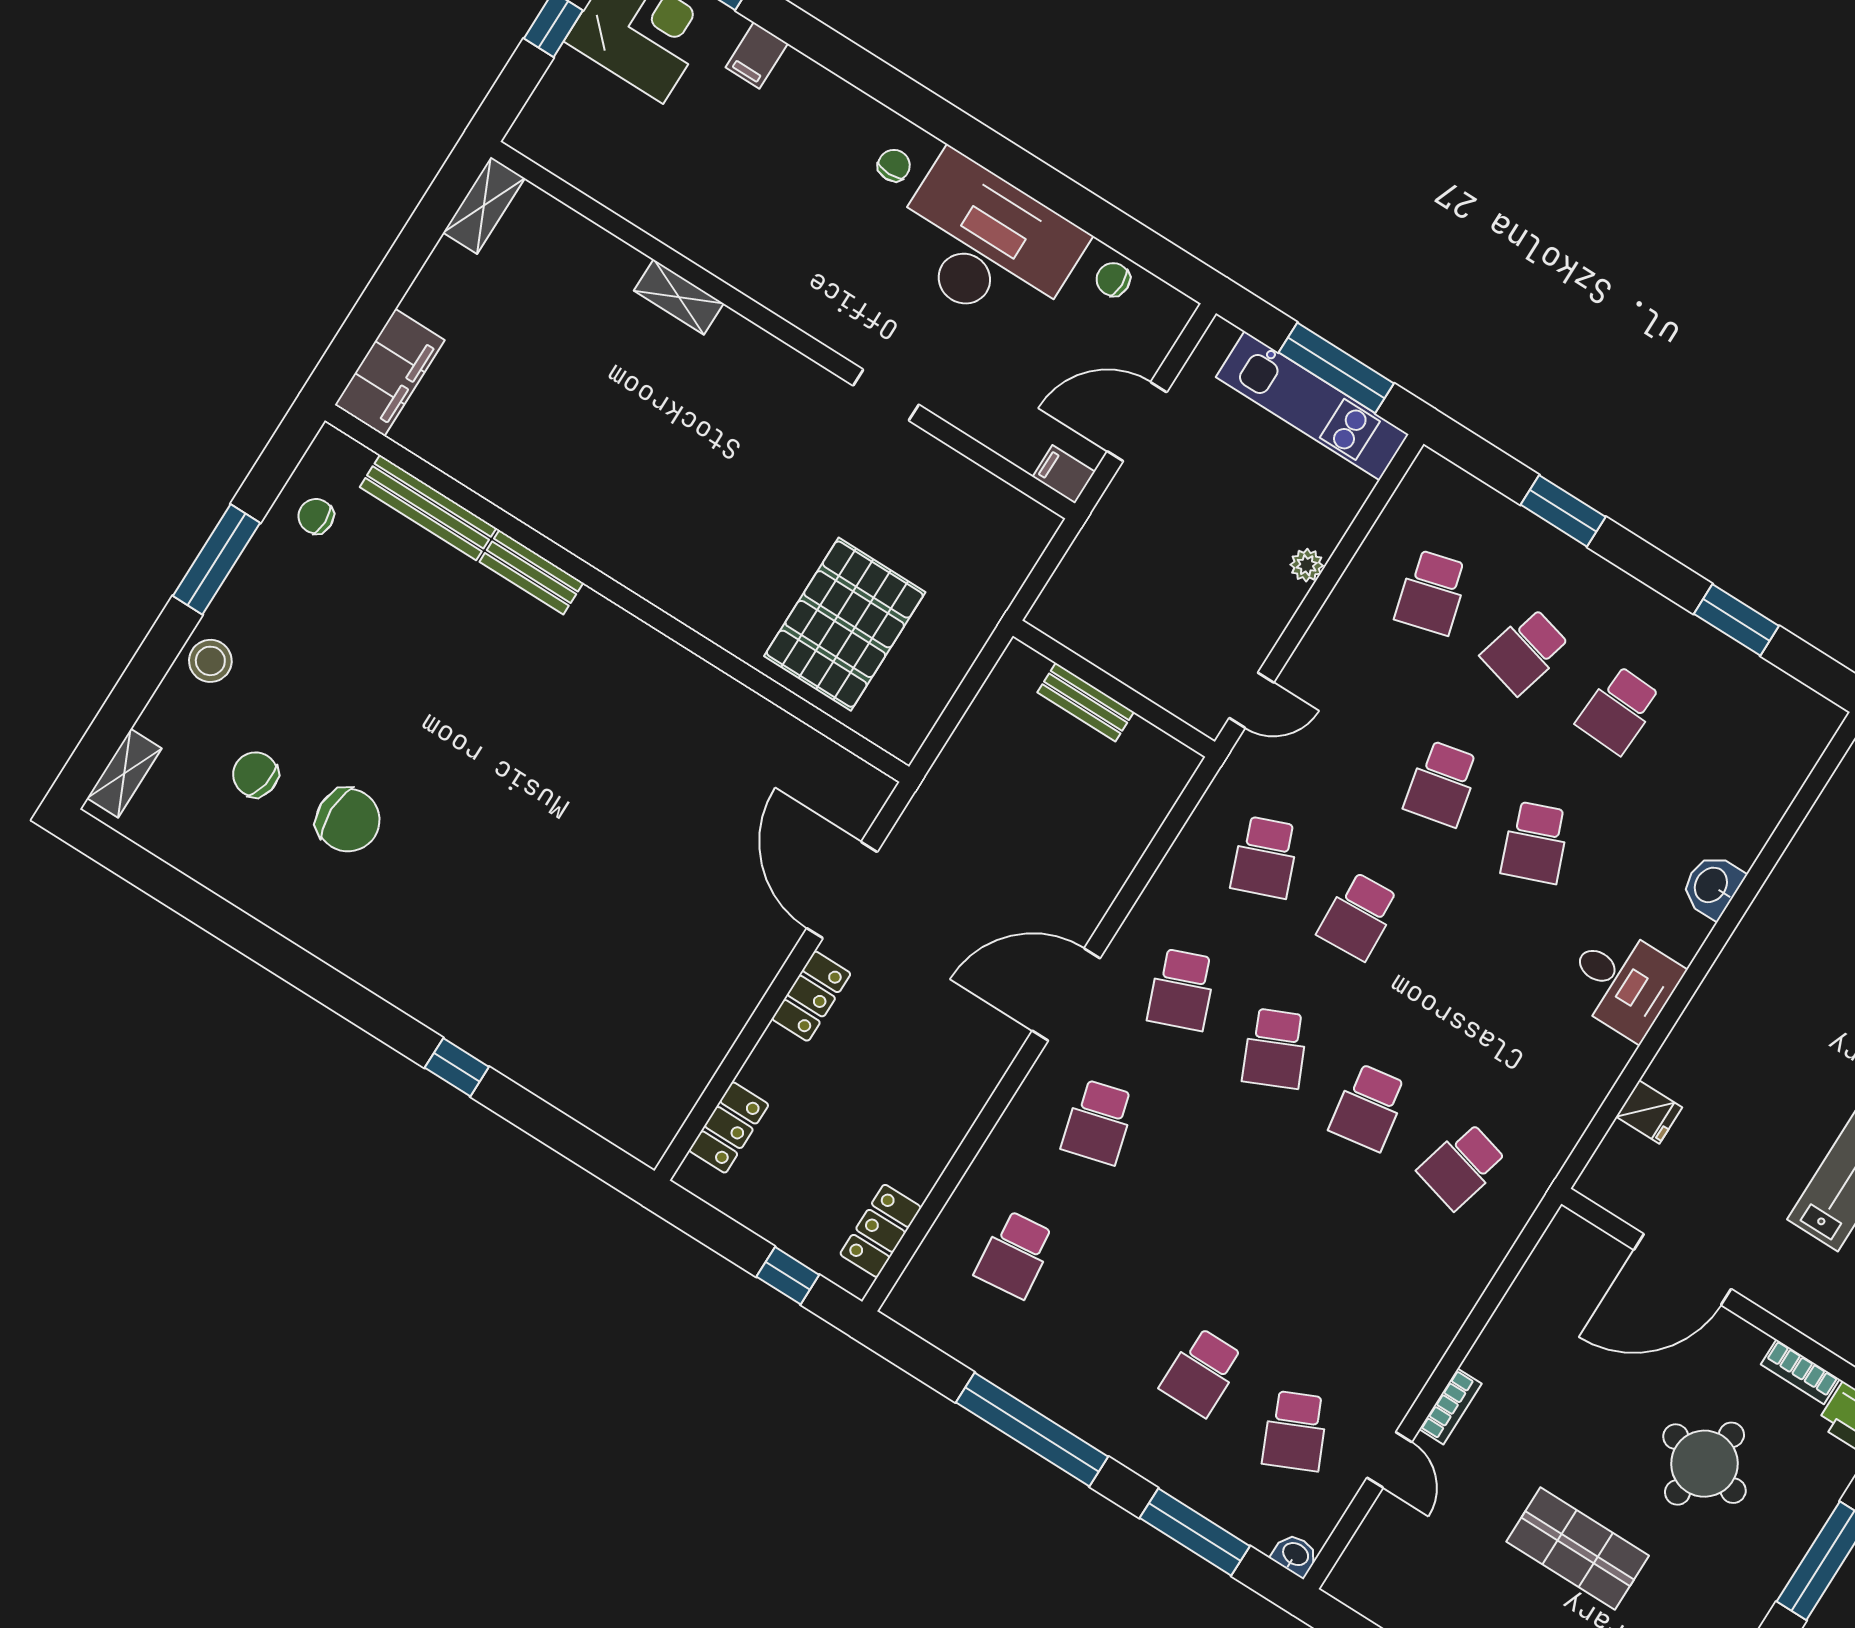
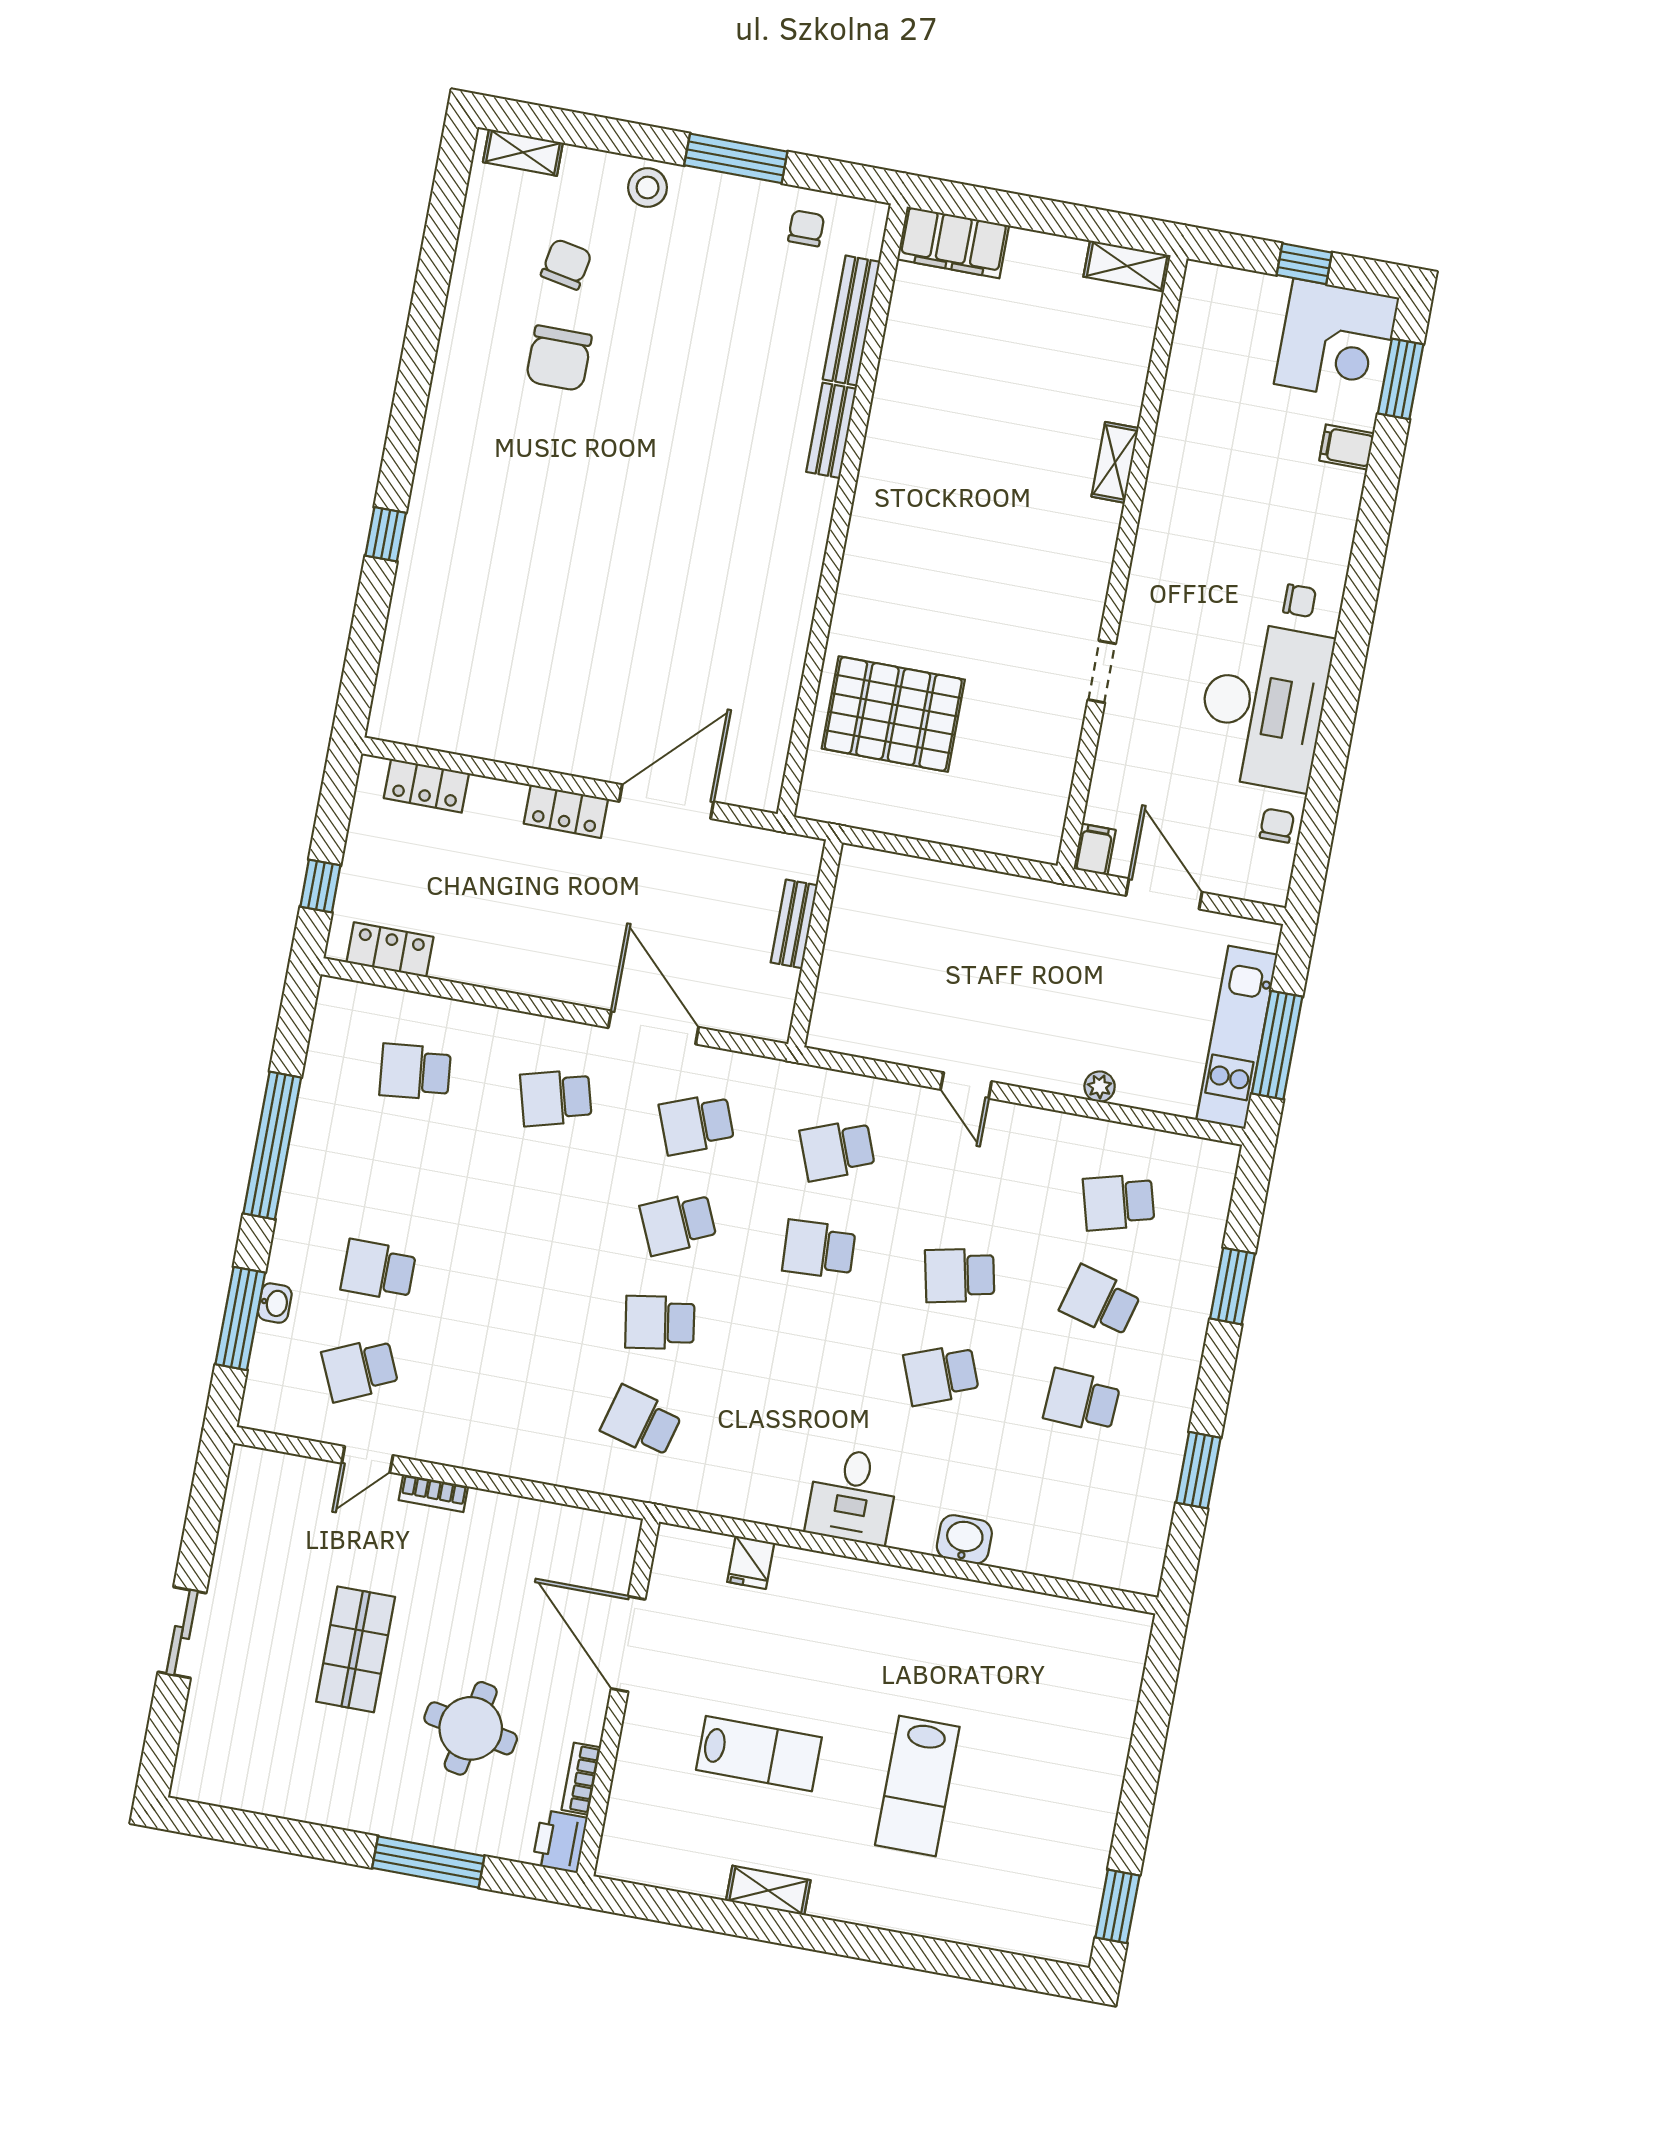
wall: (1114, 689) -> (815, 943), moved
bench: (1086, 702) -> (794, 924), moved
washbasin: (1295, 1555) -> (275, 1303), moved

